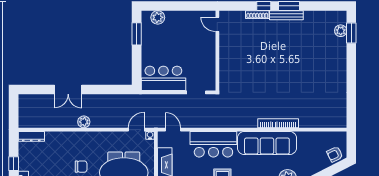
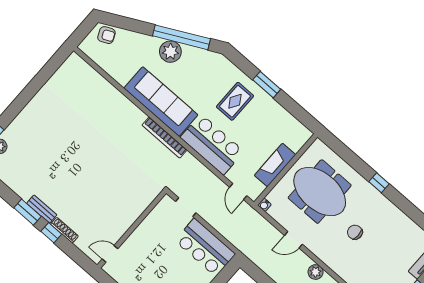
bench: (286, 15) -> (42, 209), width x0.73
door: (217, 24) -> (110, 254), swing flipped
bookcase: (278, 123) -> (165, 138), moved
door: (136, 130) -> (293, 240), moved

